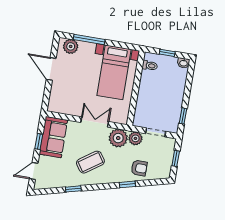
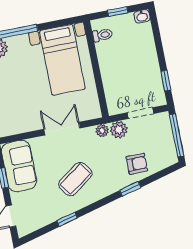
plant: (118, 138) -> (102, 131), width x0.53, depth x0.53
window: (176, 158) -> (177, 135), width x2.17

